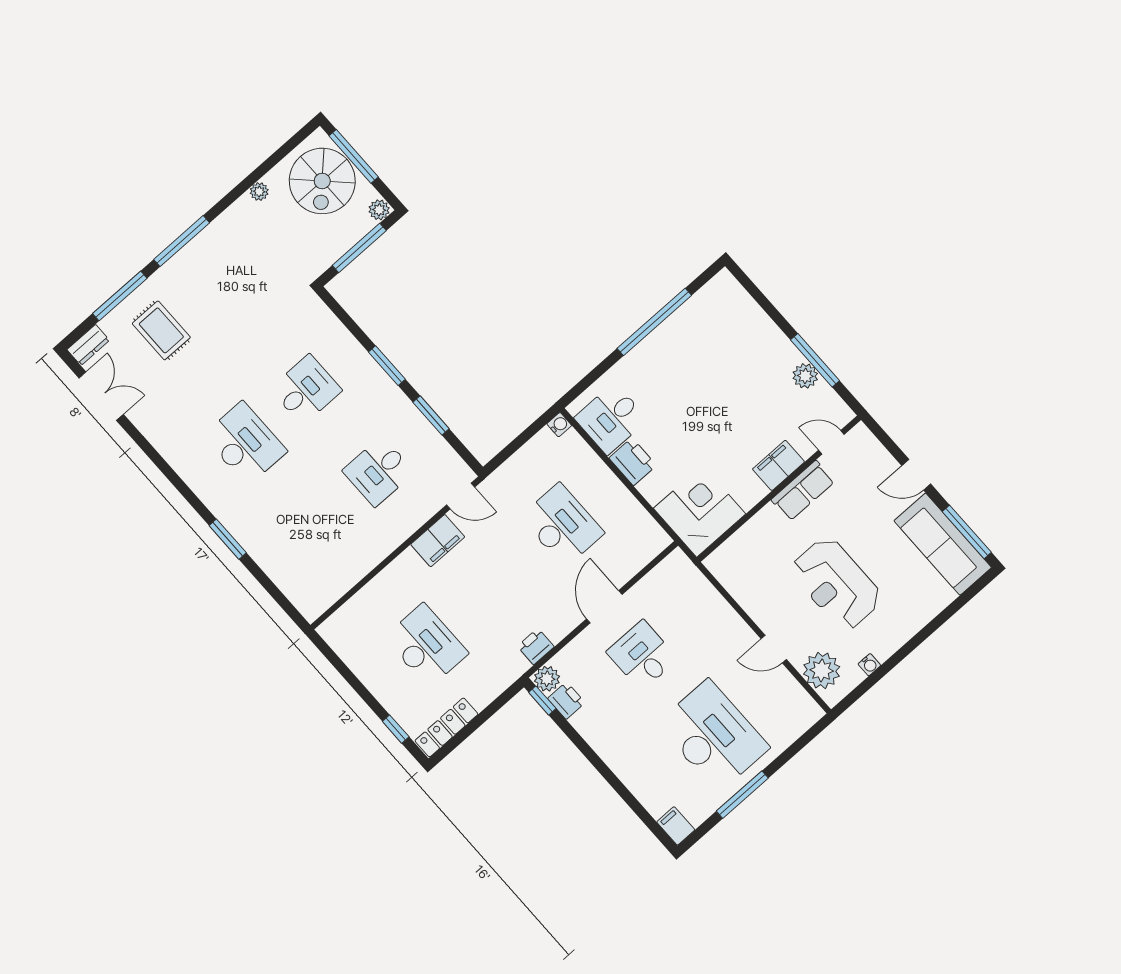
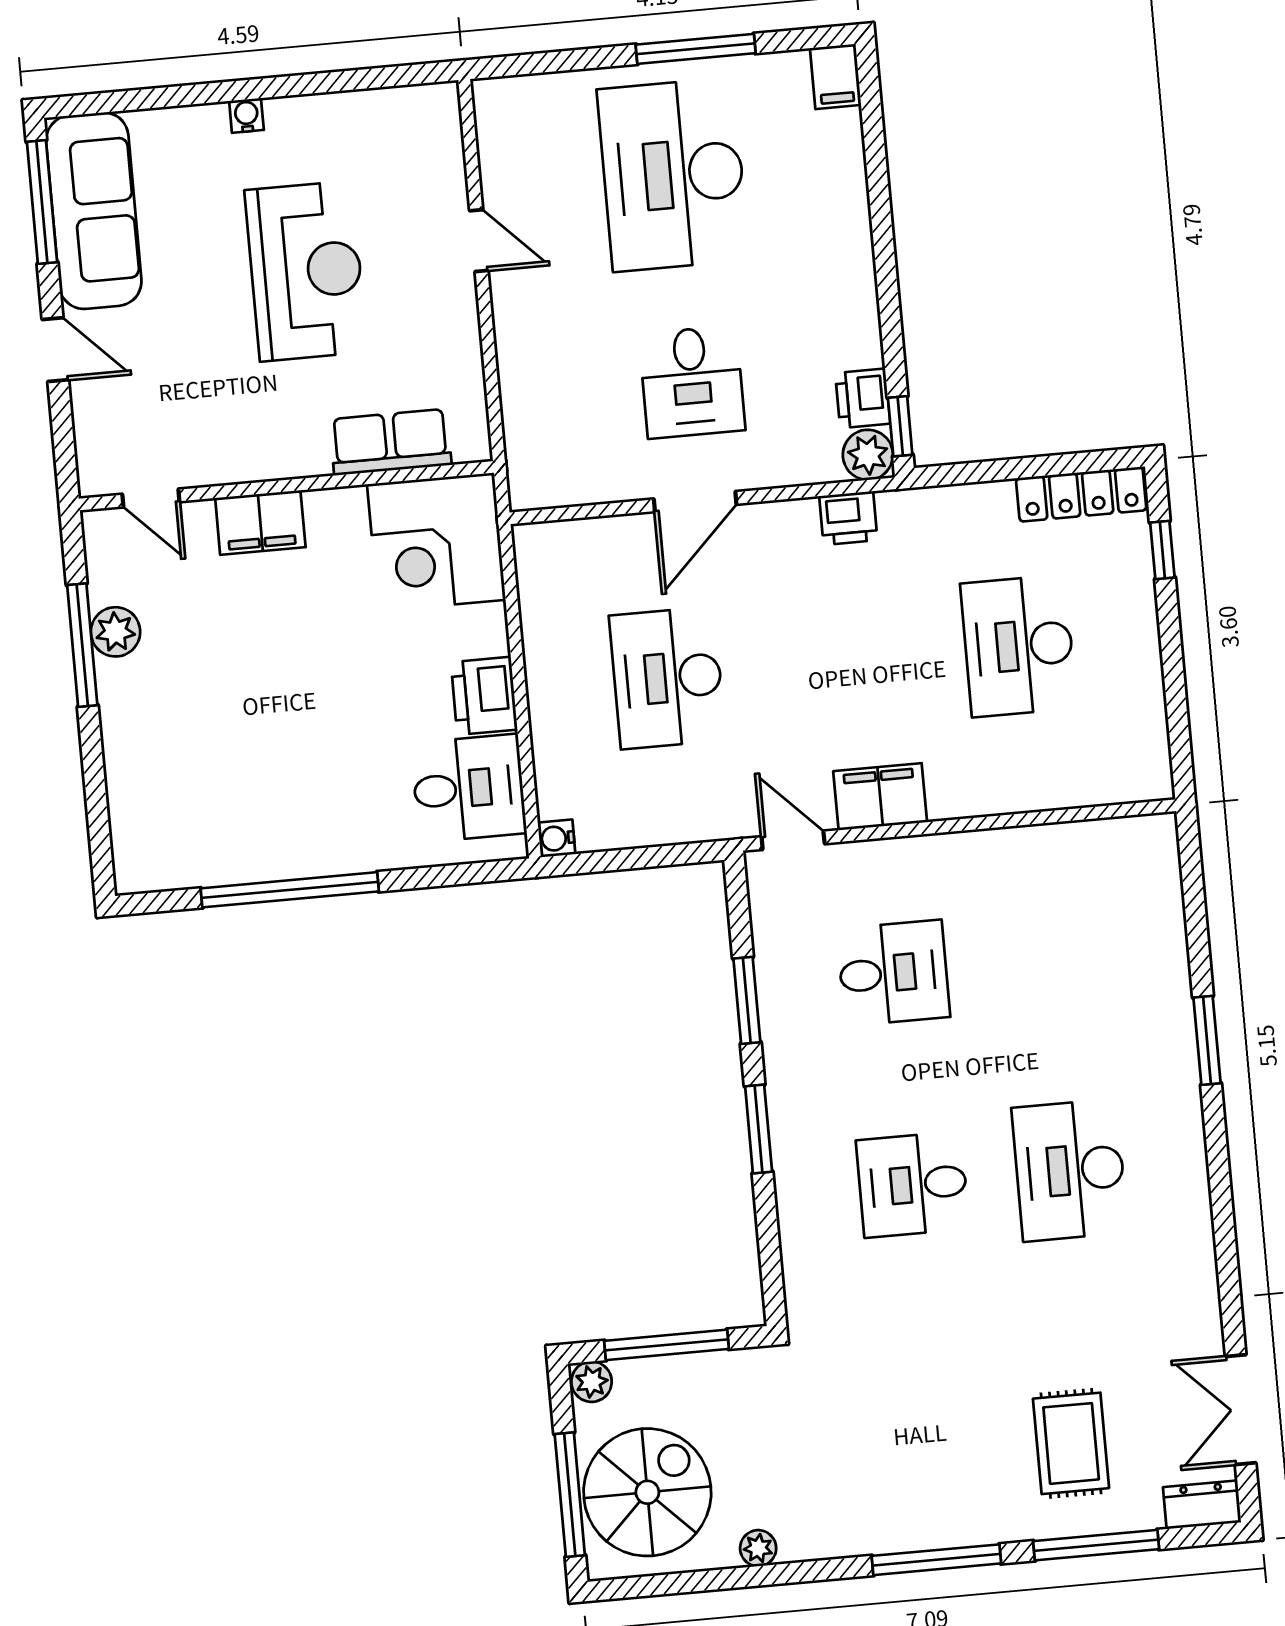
row of seats: (803, 491) -> (390, 442), moved
water cooler: (869, 665) -> (246, 115), moved
plant: (822, 670) -> (429, 152), removed

